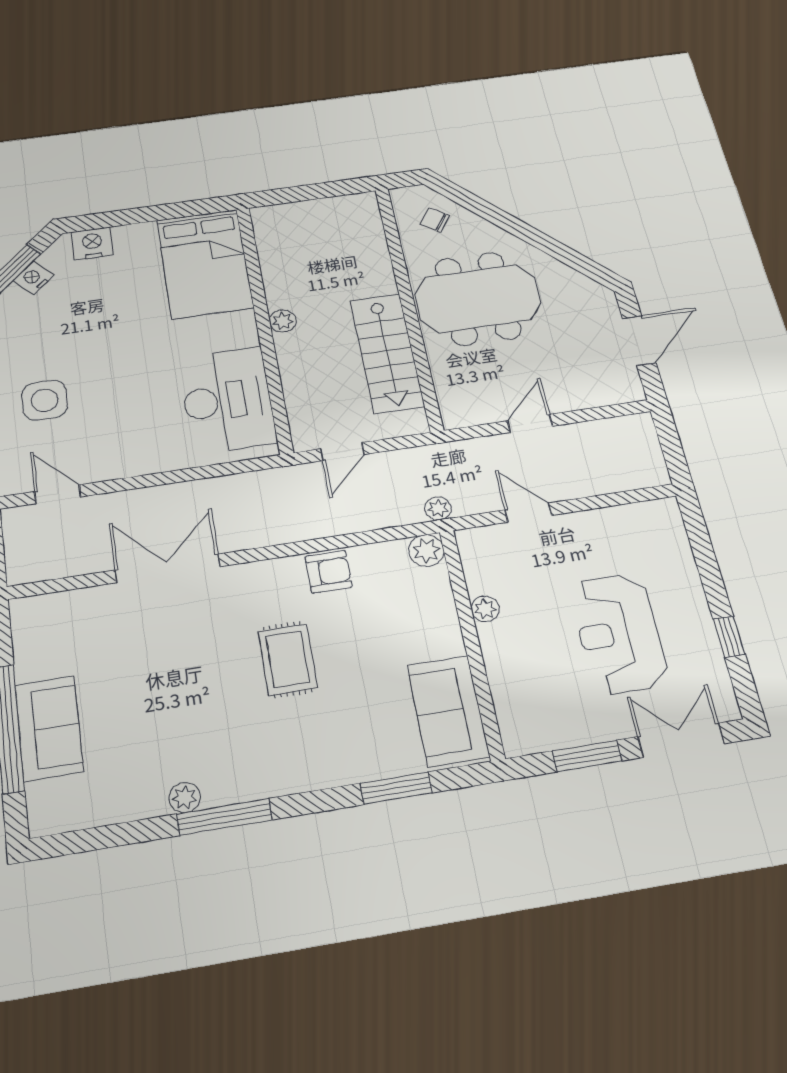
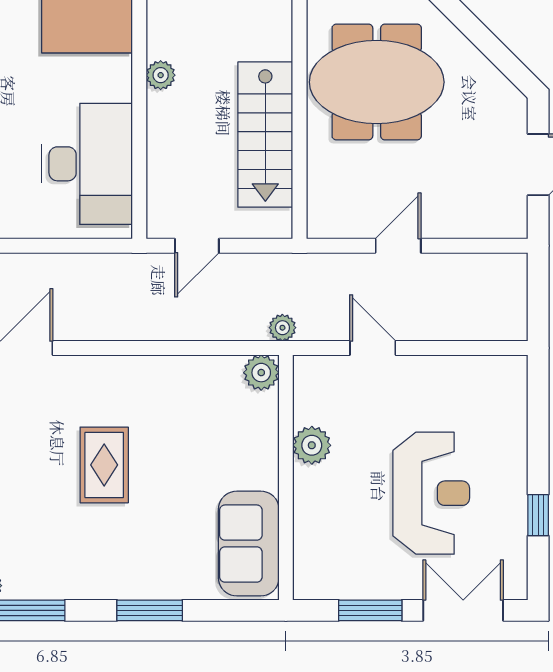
armchair: (329, 572) -> (160, 379), removed
plant: (485, 609) -> (312, 445), width x1.38, depth x1.38
reception desk: (619, 633) -> (431, 493), turned 180
window: (396, 788) -> (150, 610), moved

